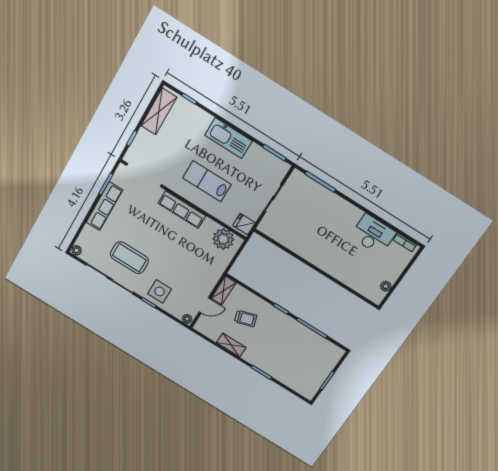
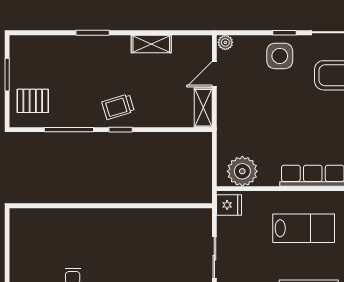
plant: (386, 286) -> (17, 237), removed
trolley: (246, 319) -> (118, 107), moved
pallet: (322, 357) -> (33, 101), added

